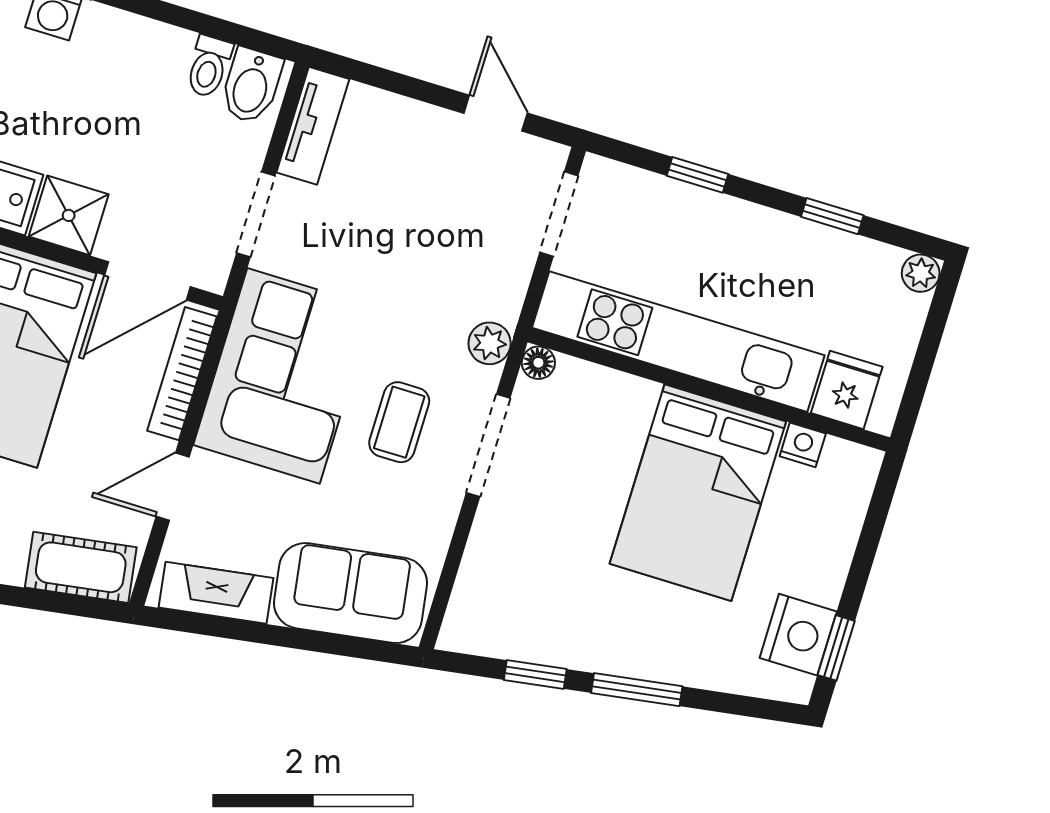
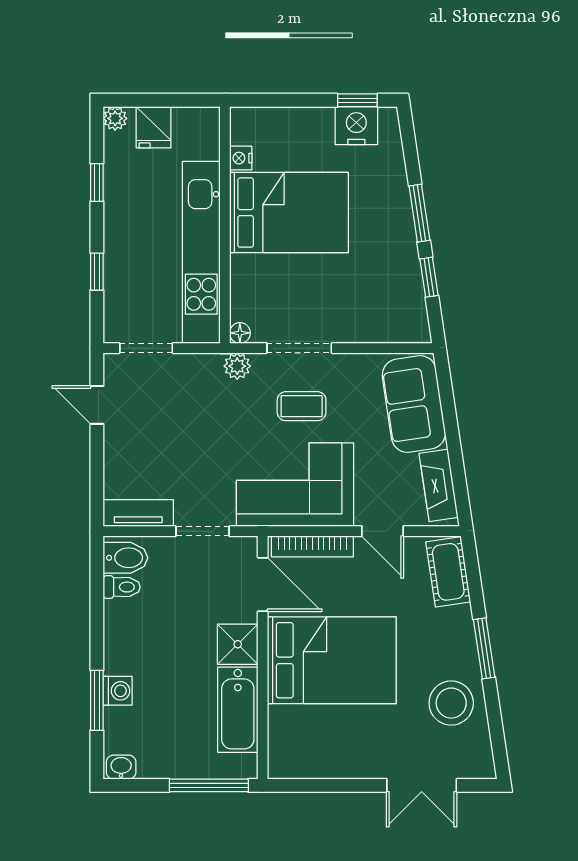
door: (496, 113) -> (97, 405), hinge flipped
fridge: (847, 390) -> (154, 127), moved, turned -90

